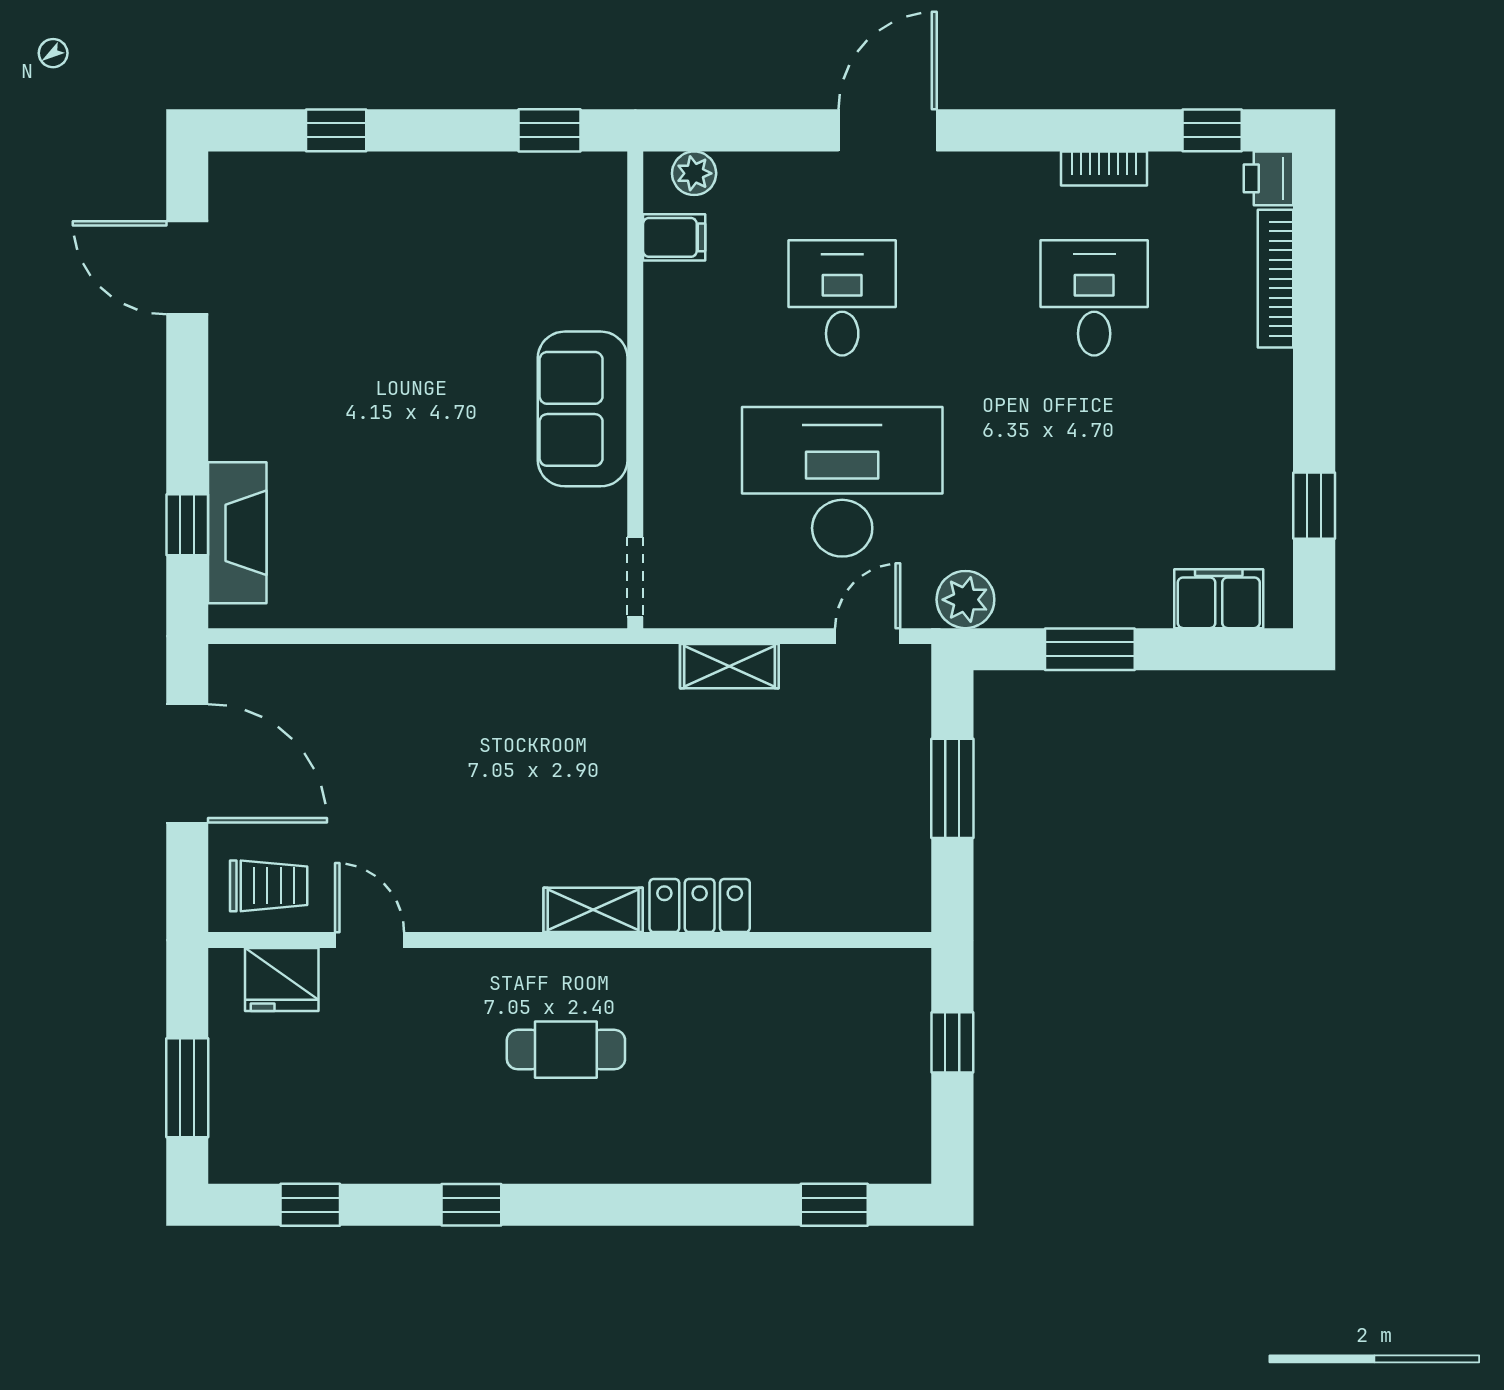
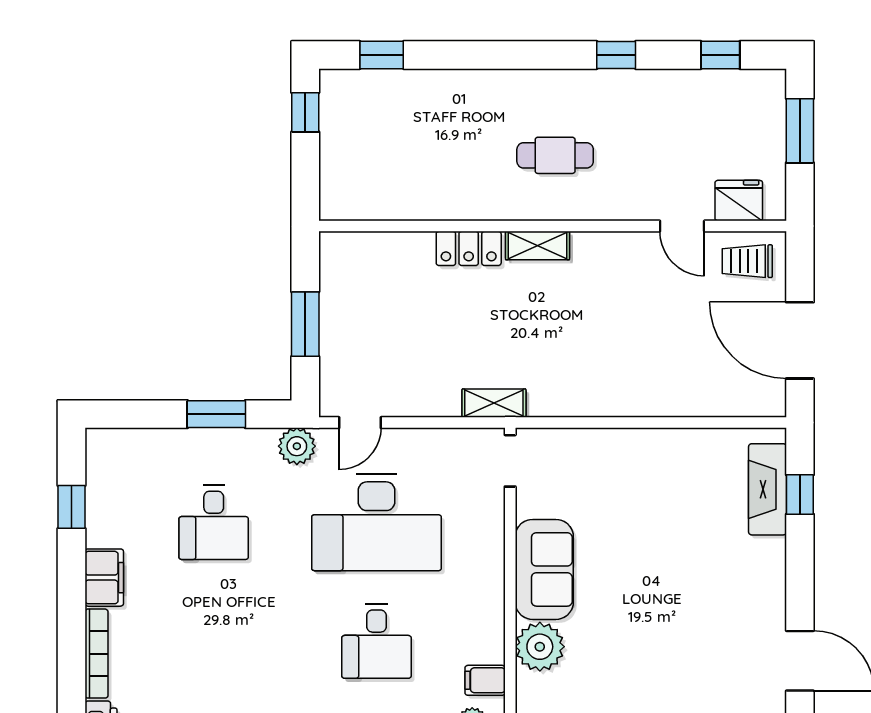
plant: (590, 289) -> (540, 647), added
desk: (1094, 298) -> (214, 522), moved
filing cabinet: (1219, 599) -> (104, 578), moved, turned -90
shelving: (729, 666) -> (494, 403), moved
window: (952, 1042) -> (305, 112), moved

